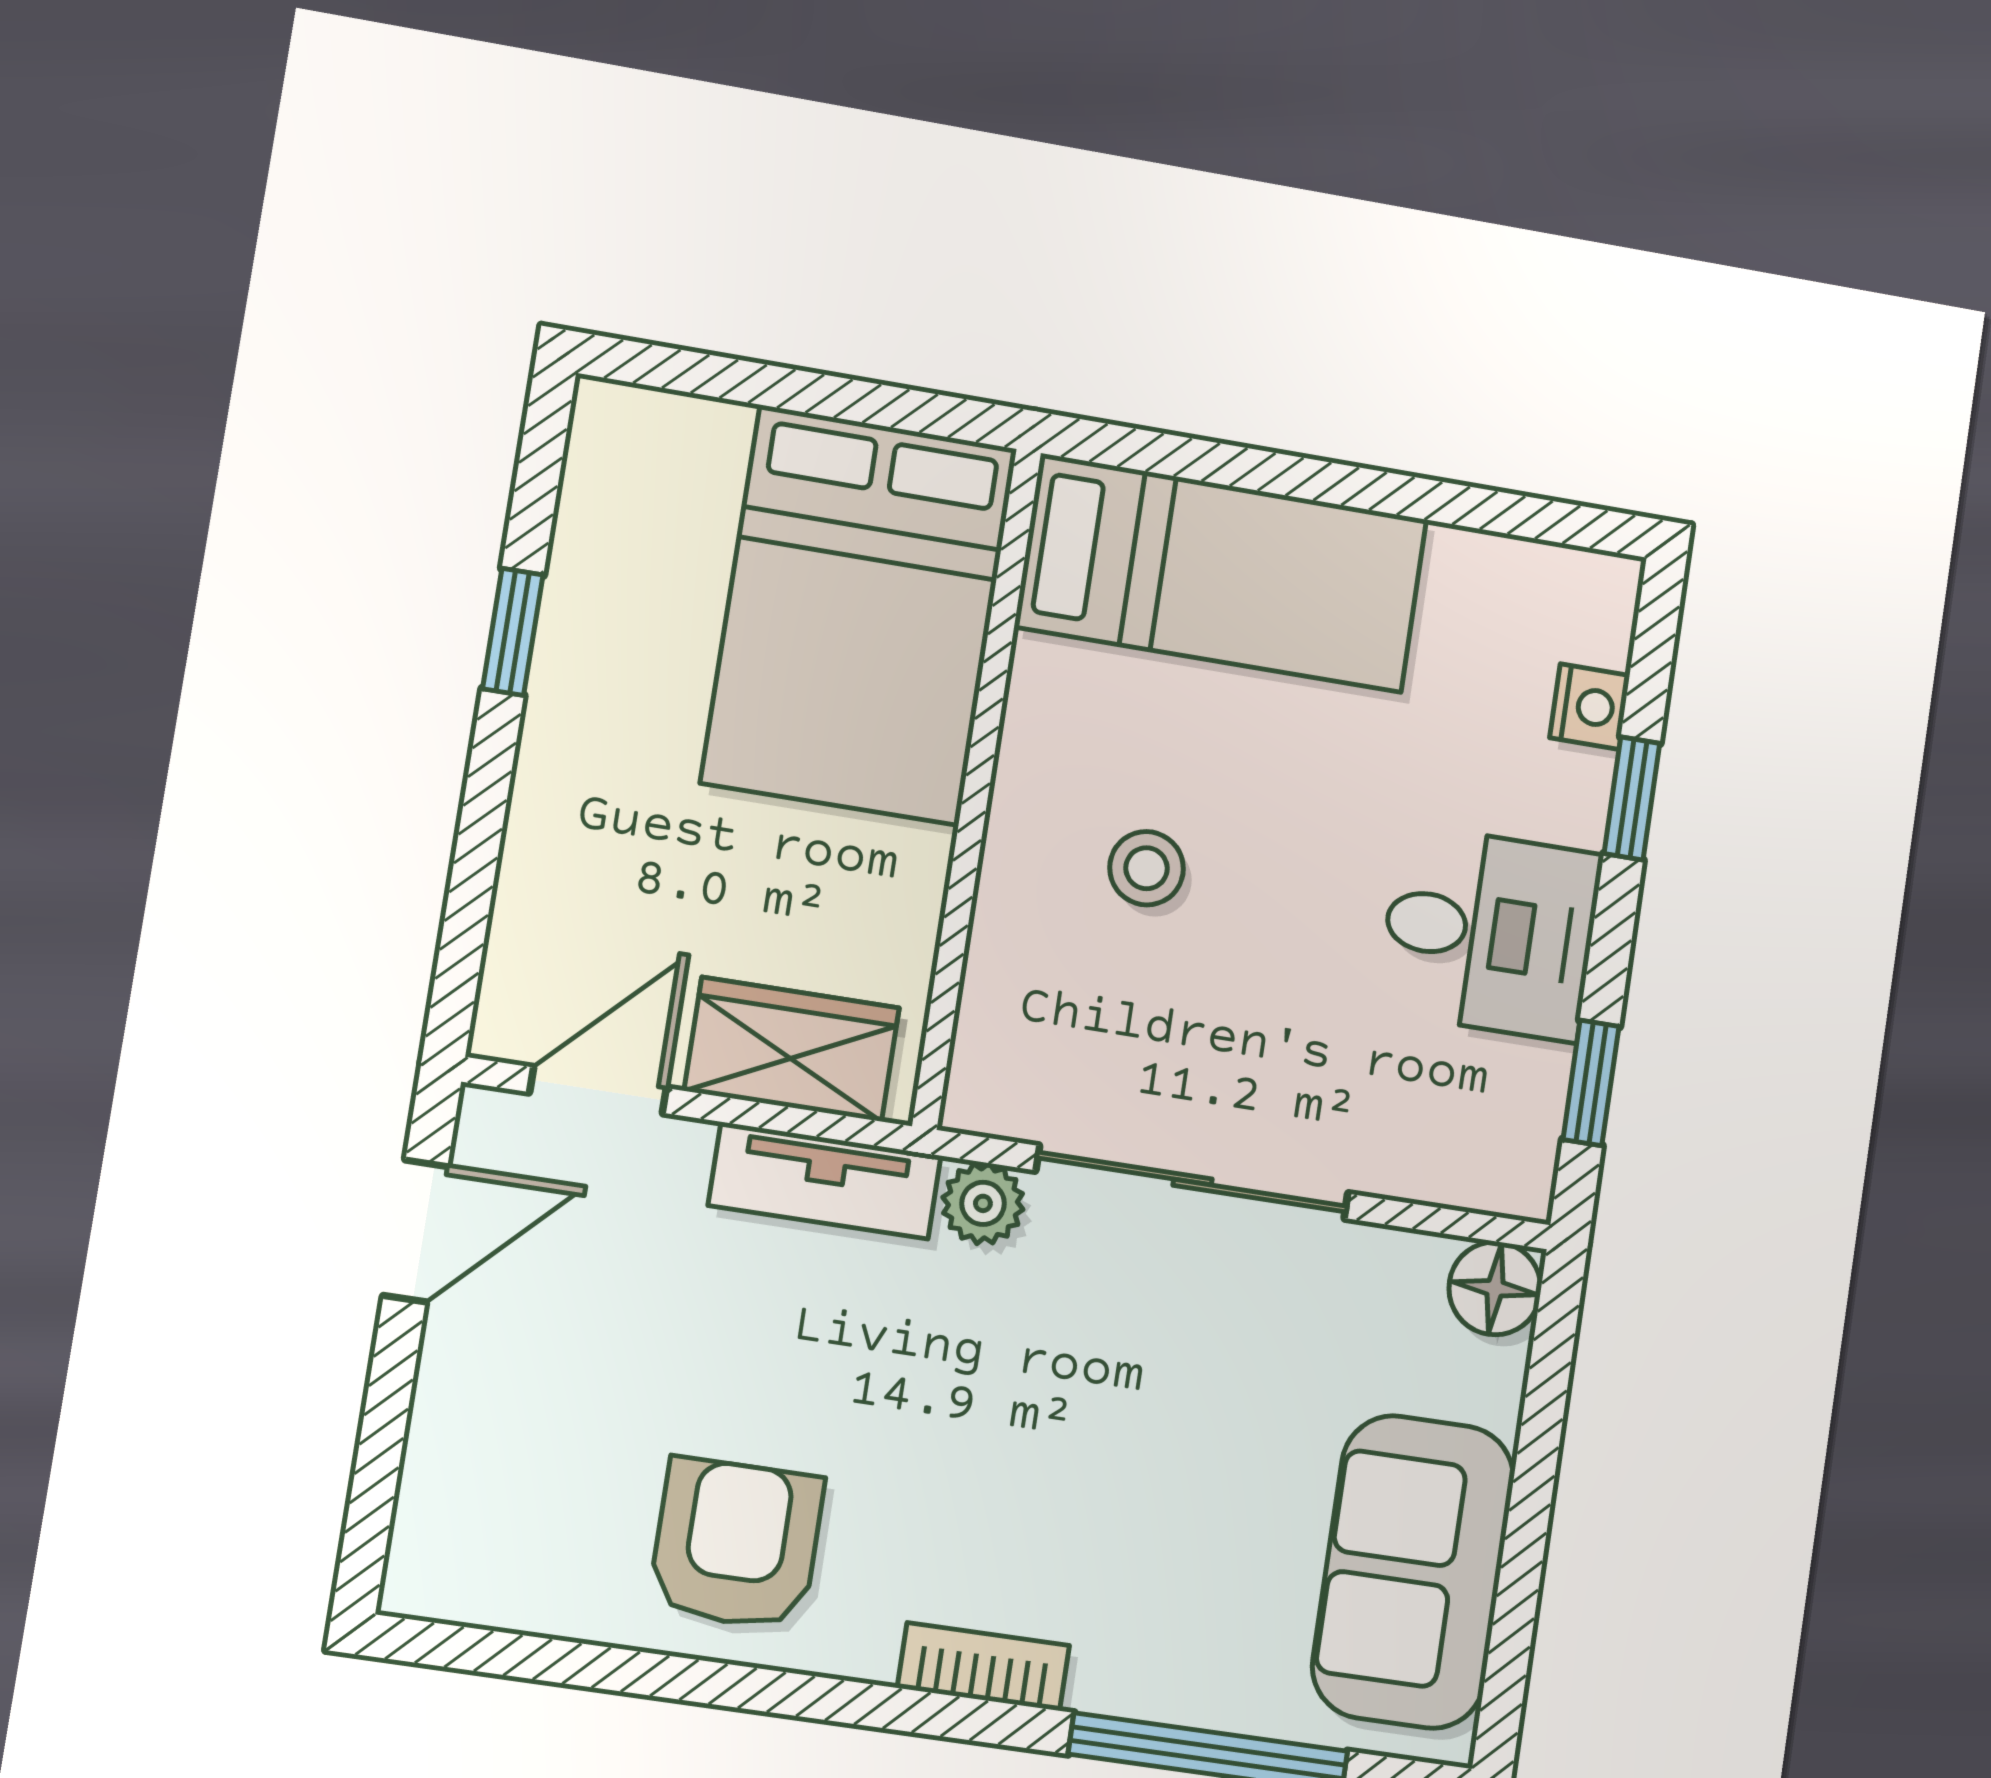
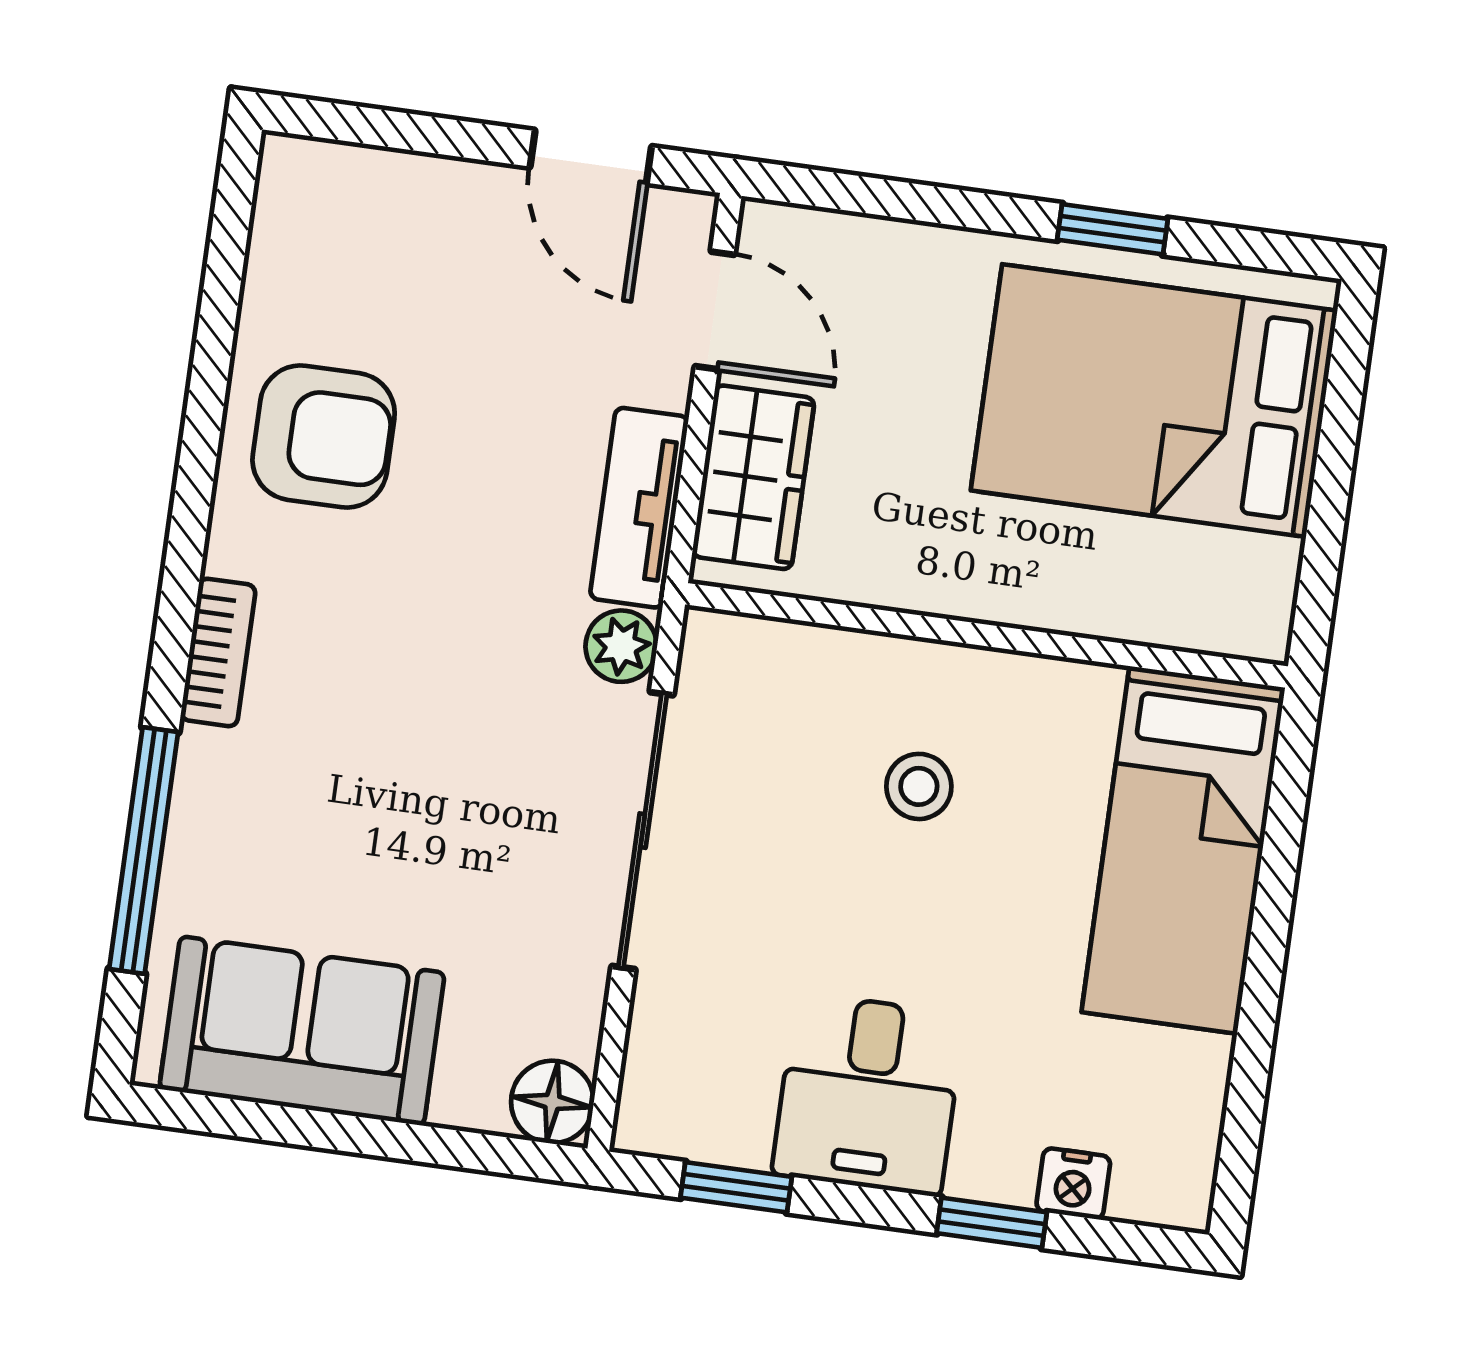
bed: (859, 615) -> (1154, 401), moved

